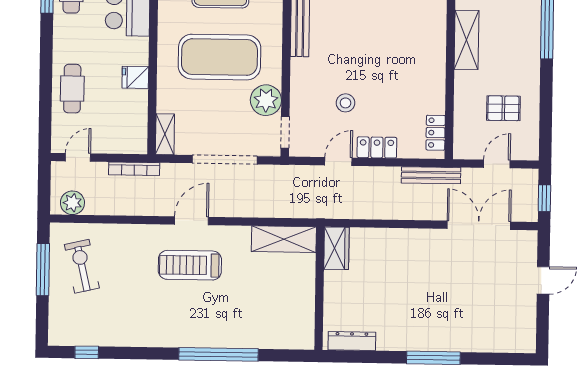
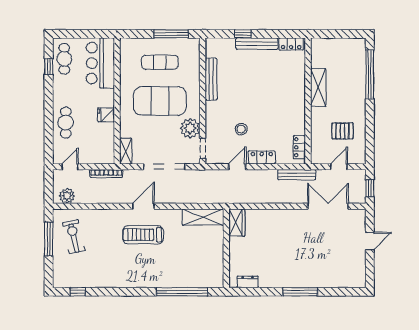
dresser: (352, 341) -> (248, 282), width x0.70
window: (218, 354) -> (182, 292), moved

